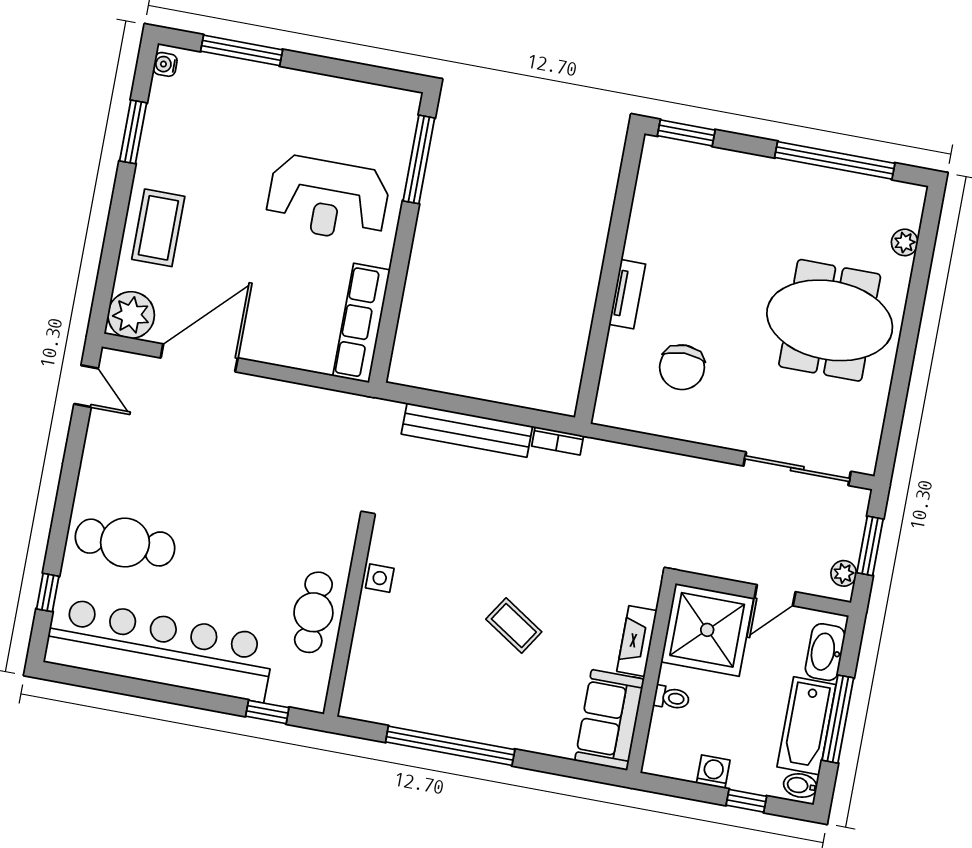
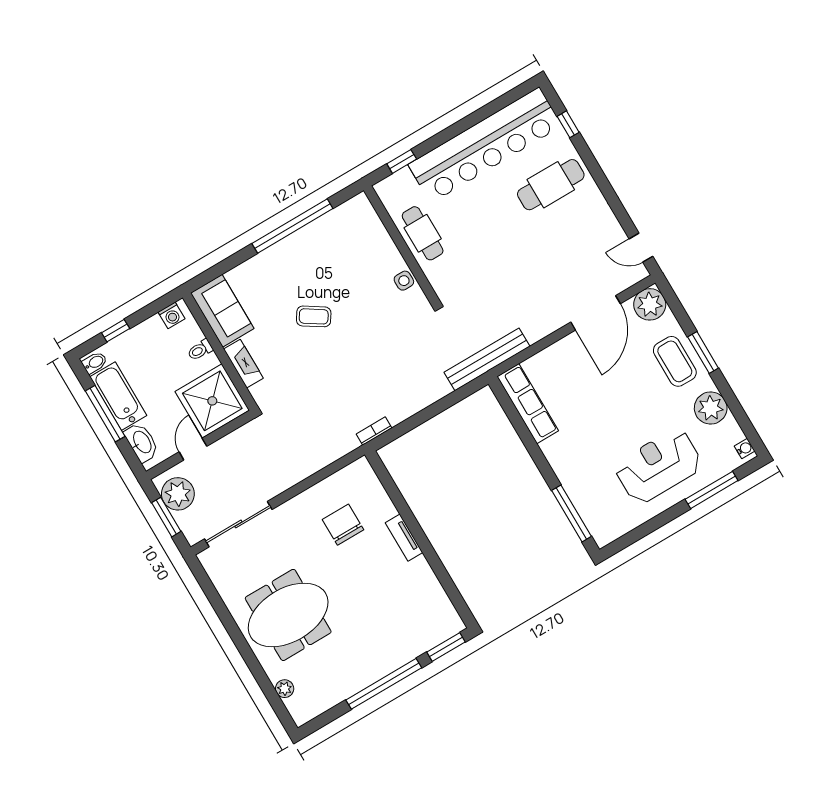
window: (133, 132) -> (703, 353), moved
plant: (164, 142) -> (711, 408), added
window: (835, 160) -> (384, 684), moved
reception desk: (328, 199) -> (658, 466), moved
bench: (467, 430) -> (487, 359), moved
plant: (844, 573) -> (178, 494), width x1.88, depth x1.88
washing machine: (713, 772) -> (171, 315), moved

